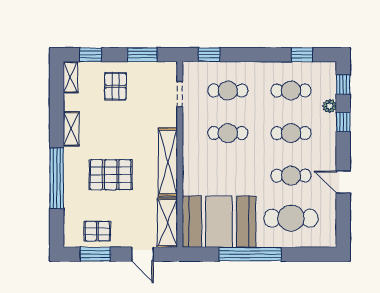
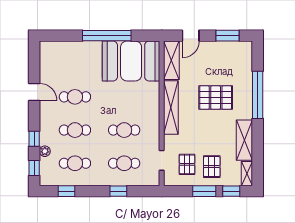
window: (142, 55) -> (204, 191), moved
window: (209, 55) -> (118, 191), moved
shelving: (71, 129) -> (244, 140), width x1.50, depth x1.33
cafe table: (291, 218) -> (75, 64), removed
pallet: (97, 231) -> (187, 164), moved, turned 90
door: (143, 254) -> (191, 36), swing flipped

